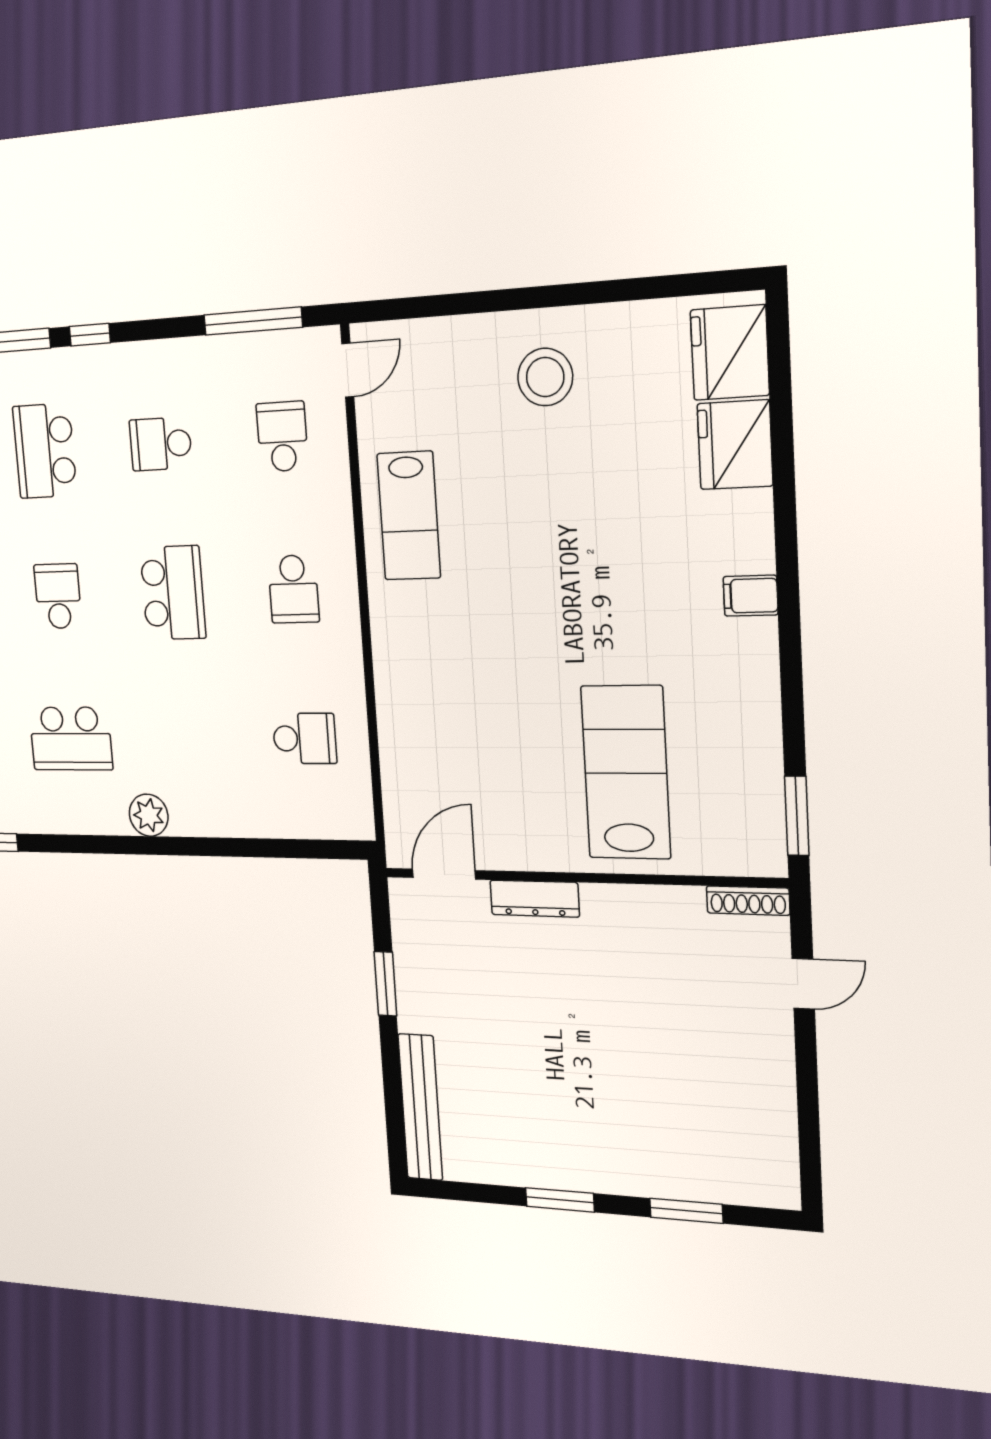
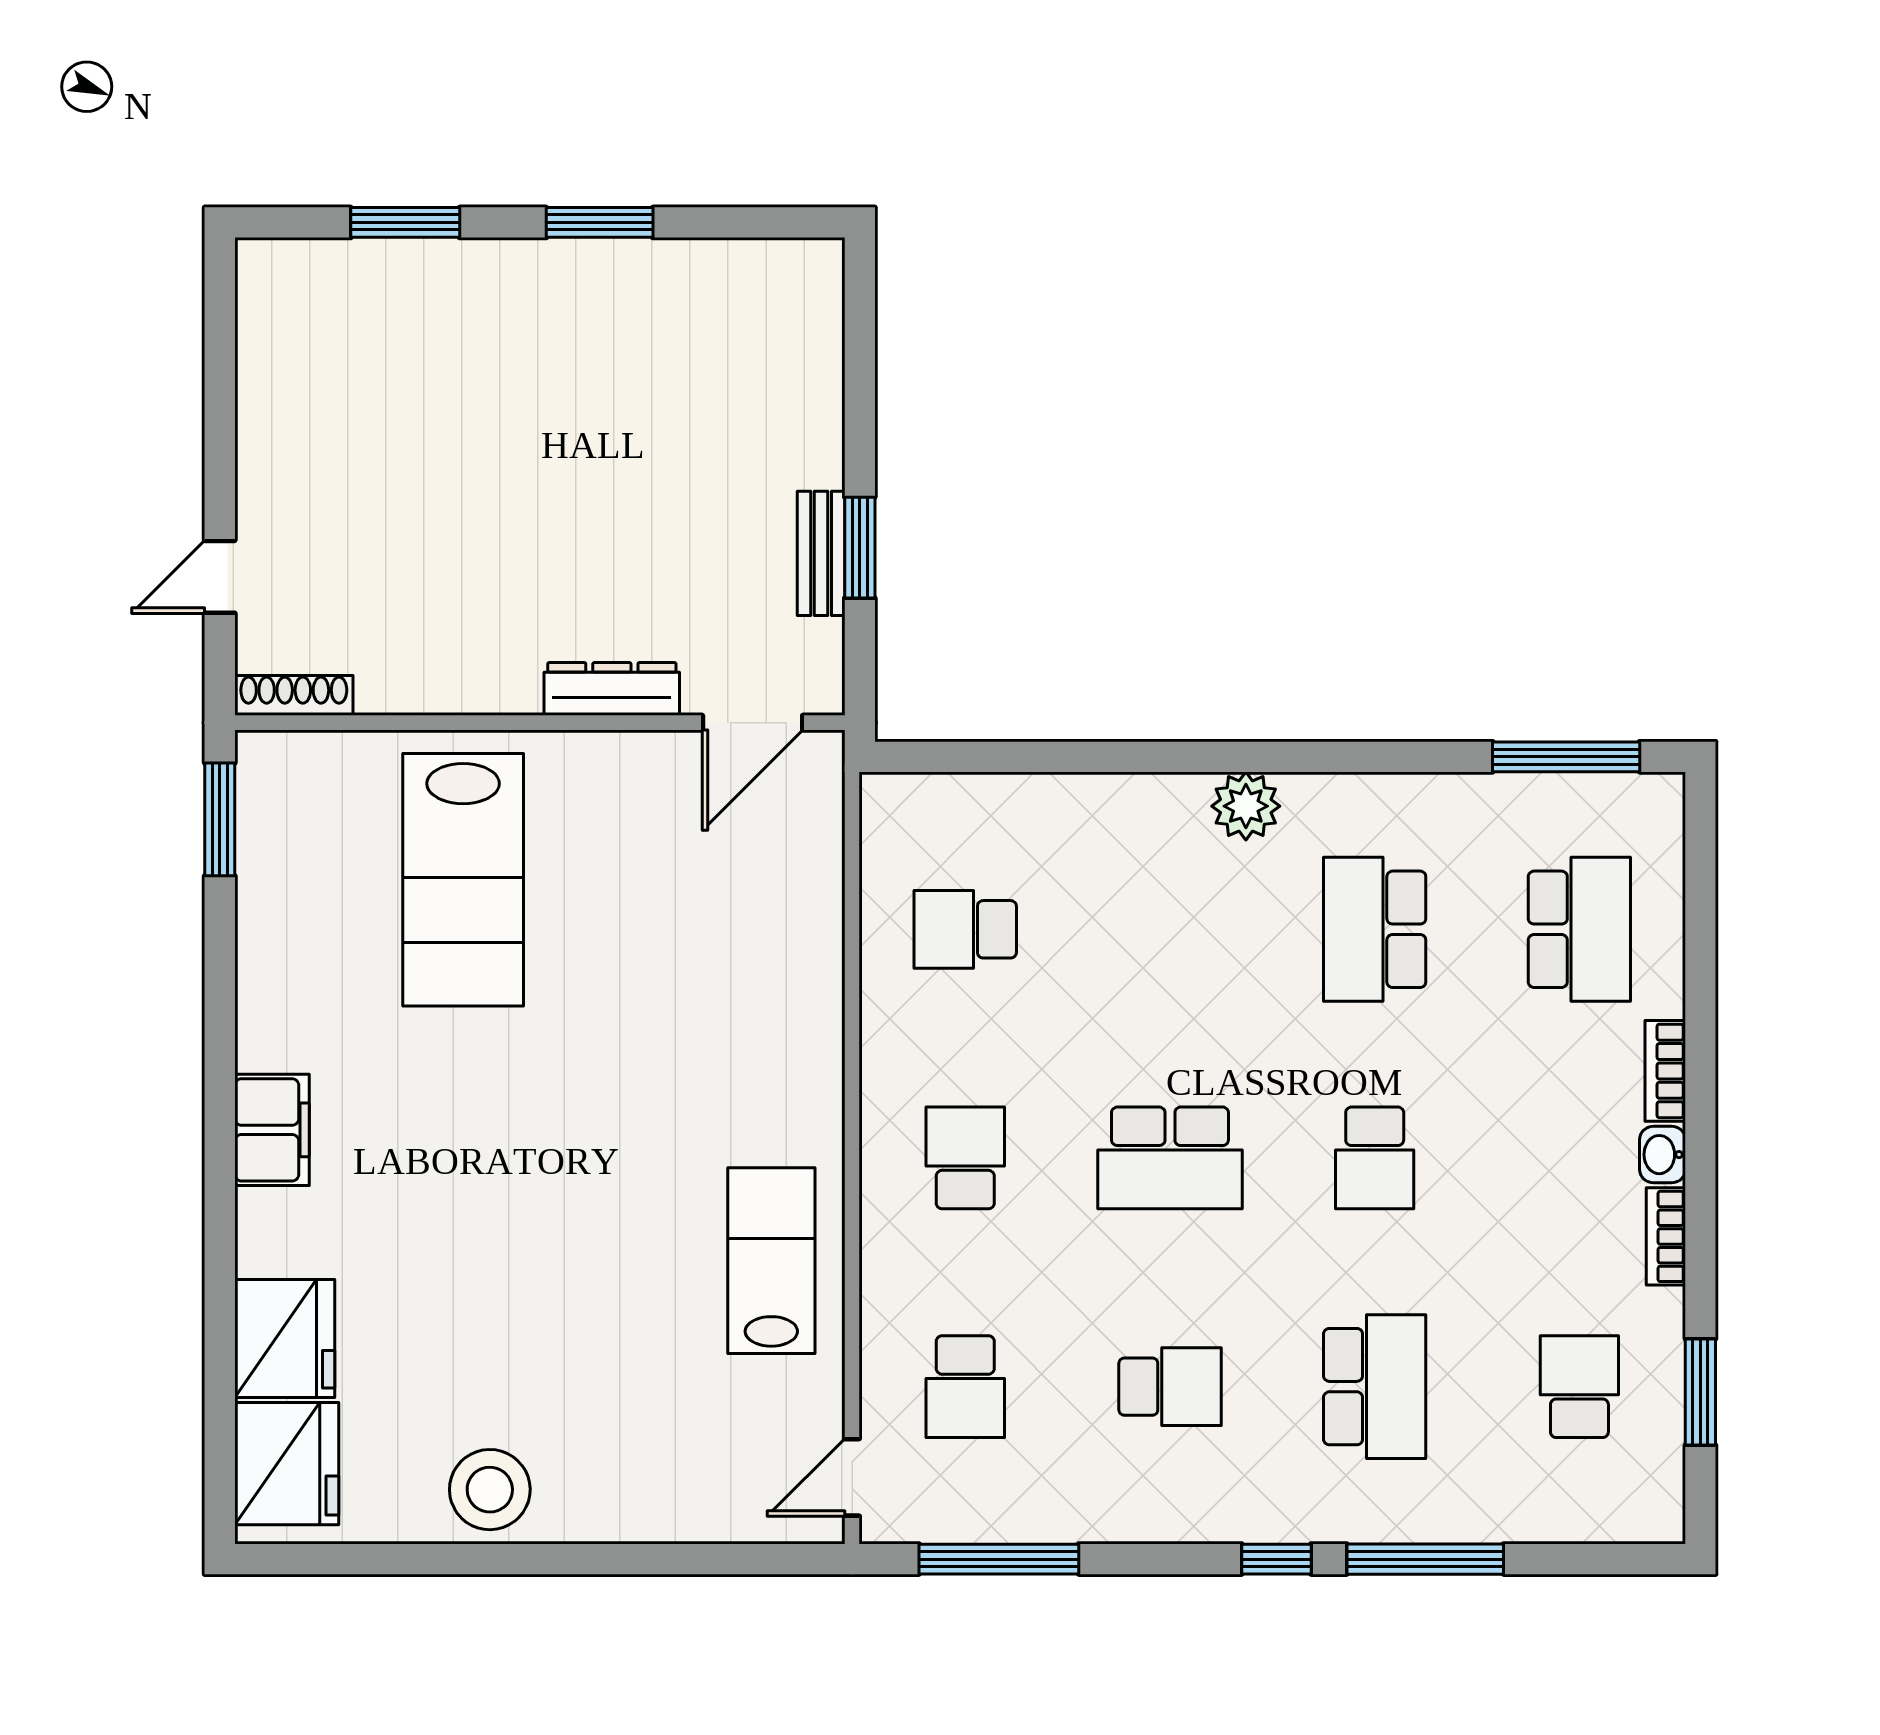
stool: (545, 377) -> (490, 1490), moved
school desk: (173, 593) -> (1170, 1158), turned -90
filing cabinet: (751, 596) -> (272, 1130), width x2.00
school desk: (71, 739) -> (1375, 929), turned -90
bench: (420, 1107) -> (821, 553), moved, width x0.54, depth x0.82

